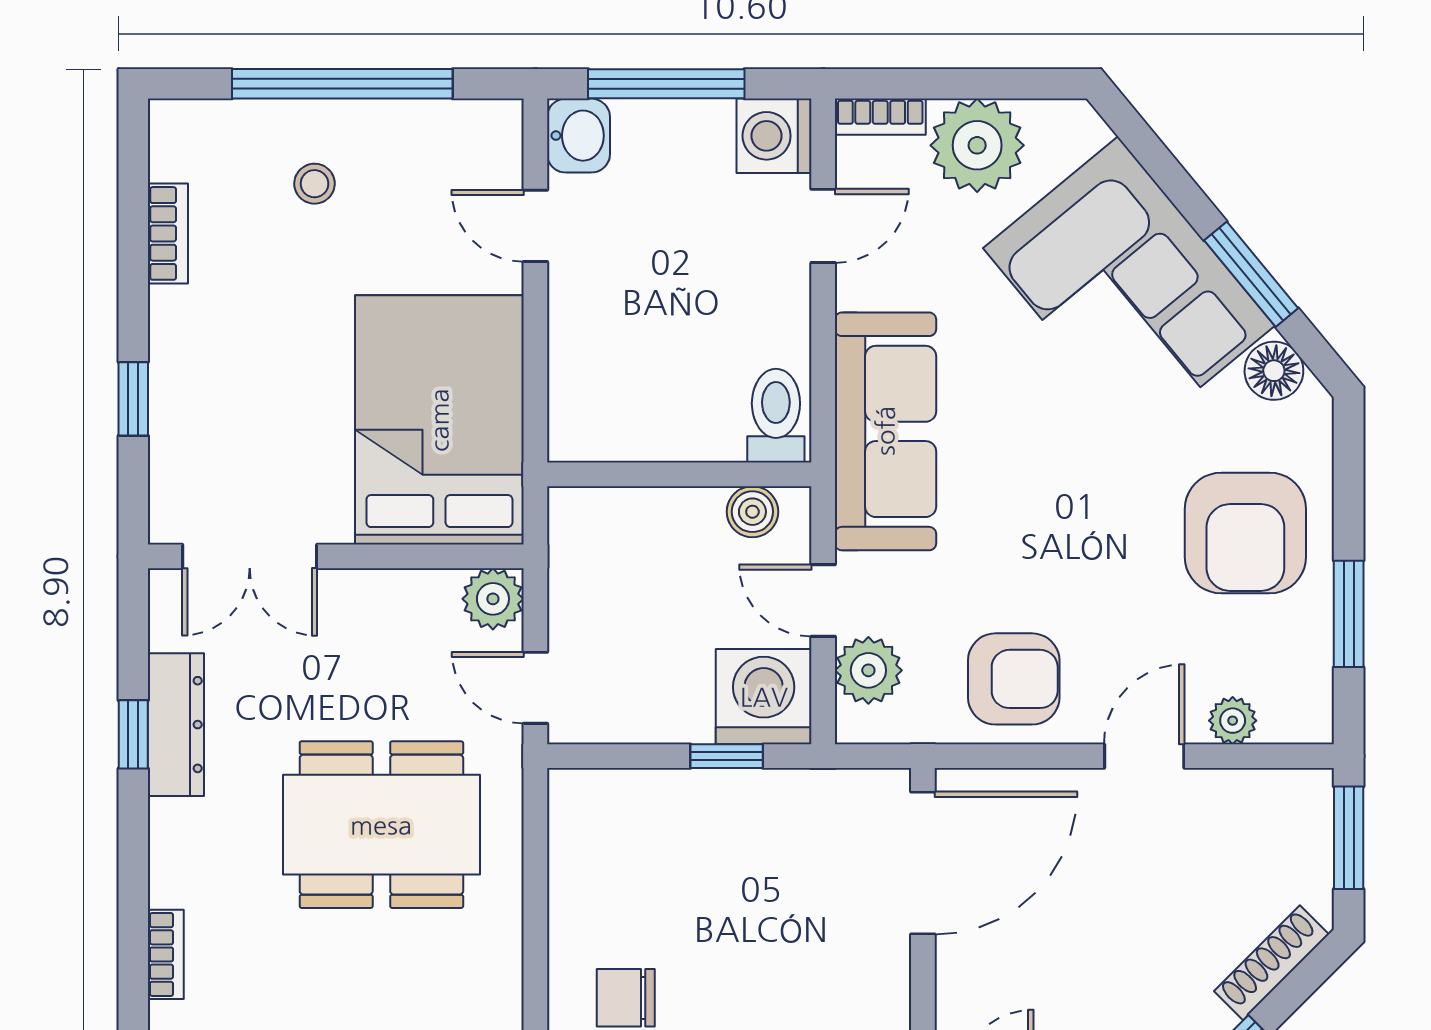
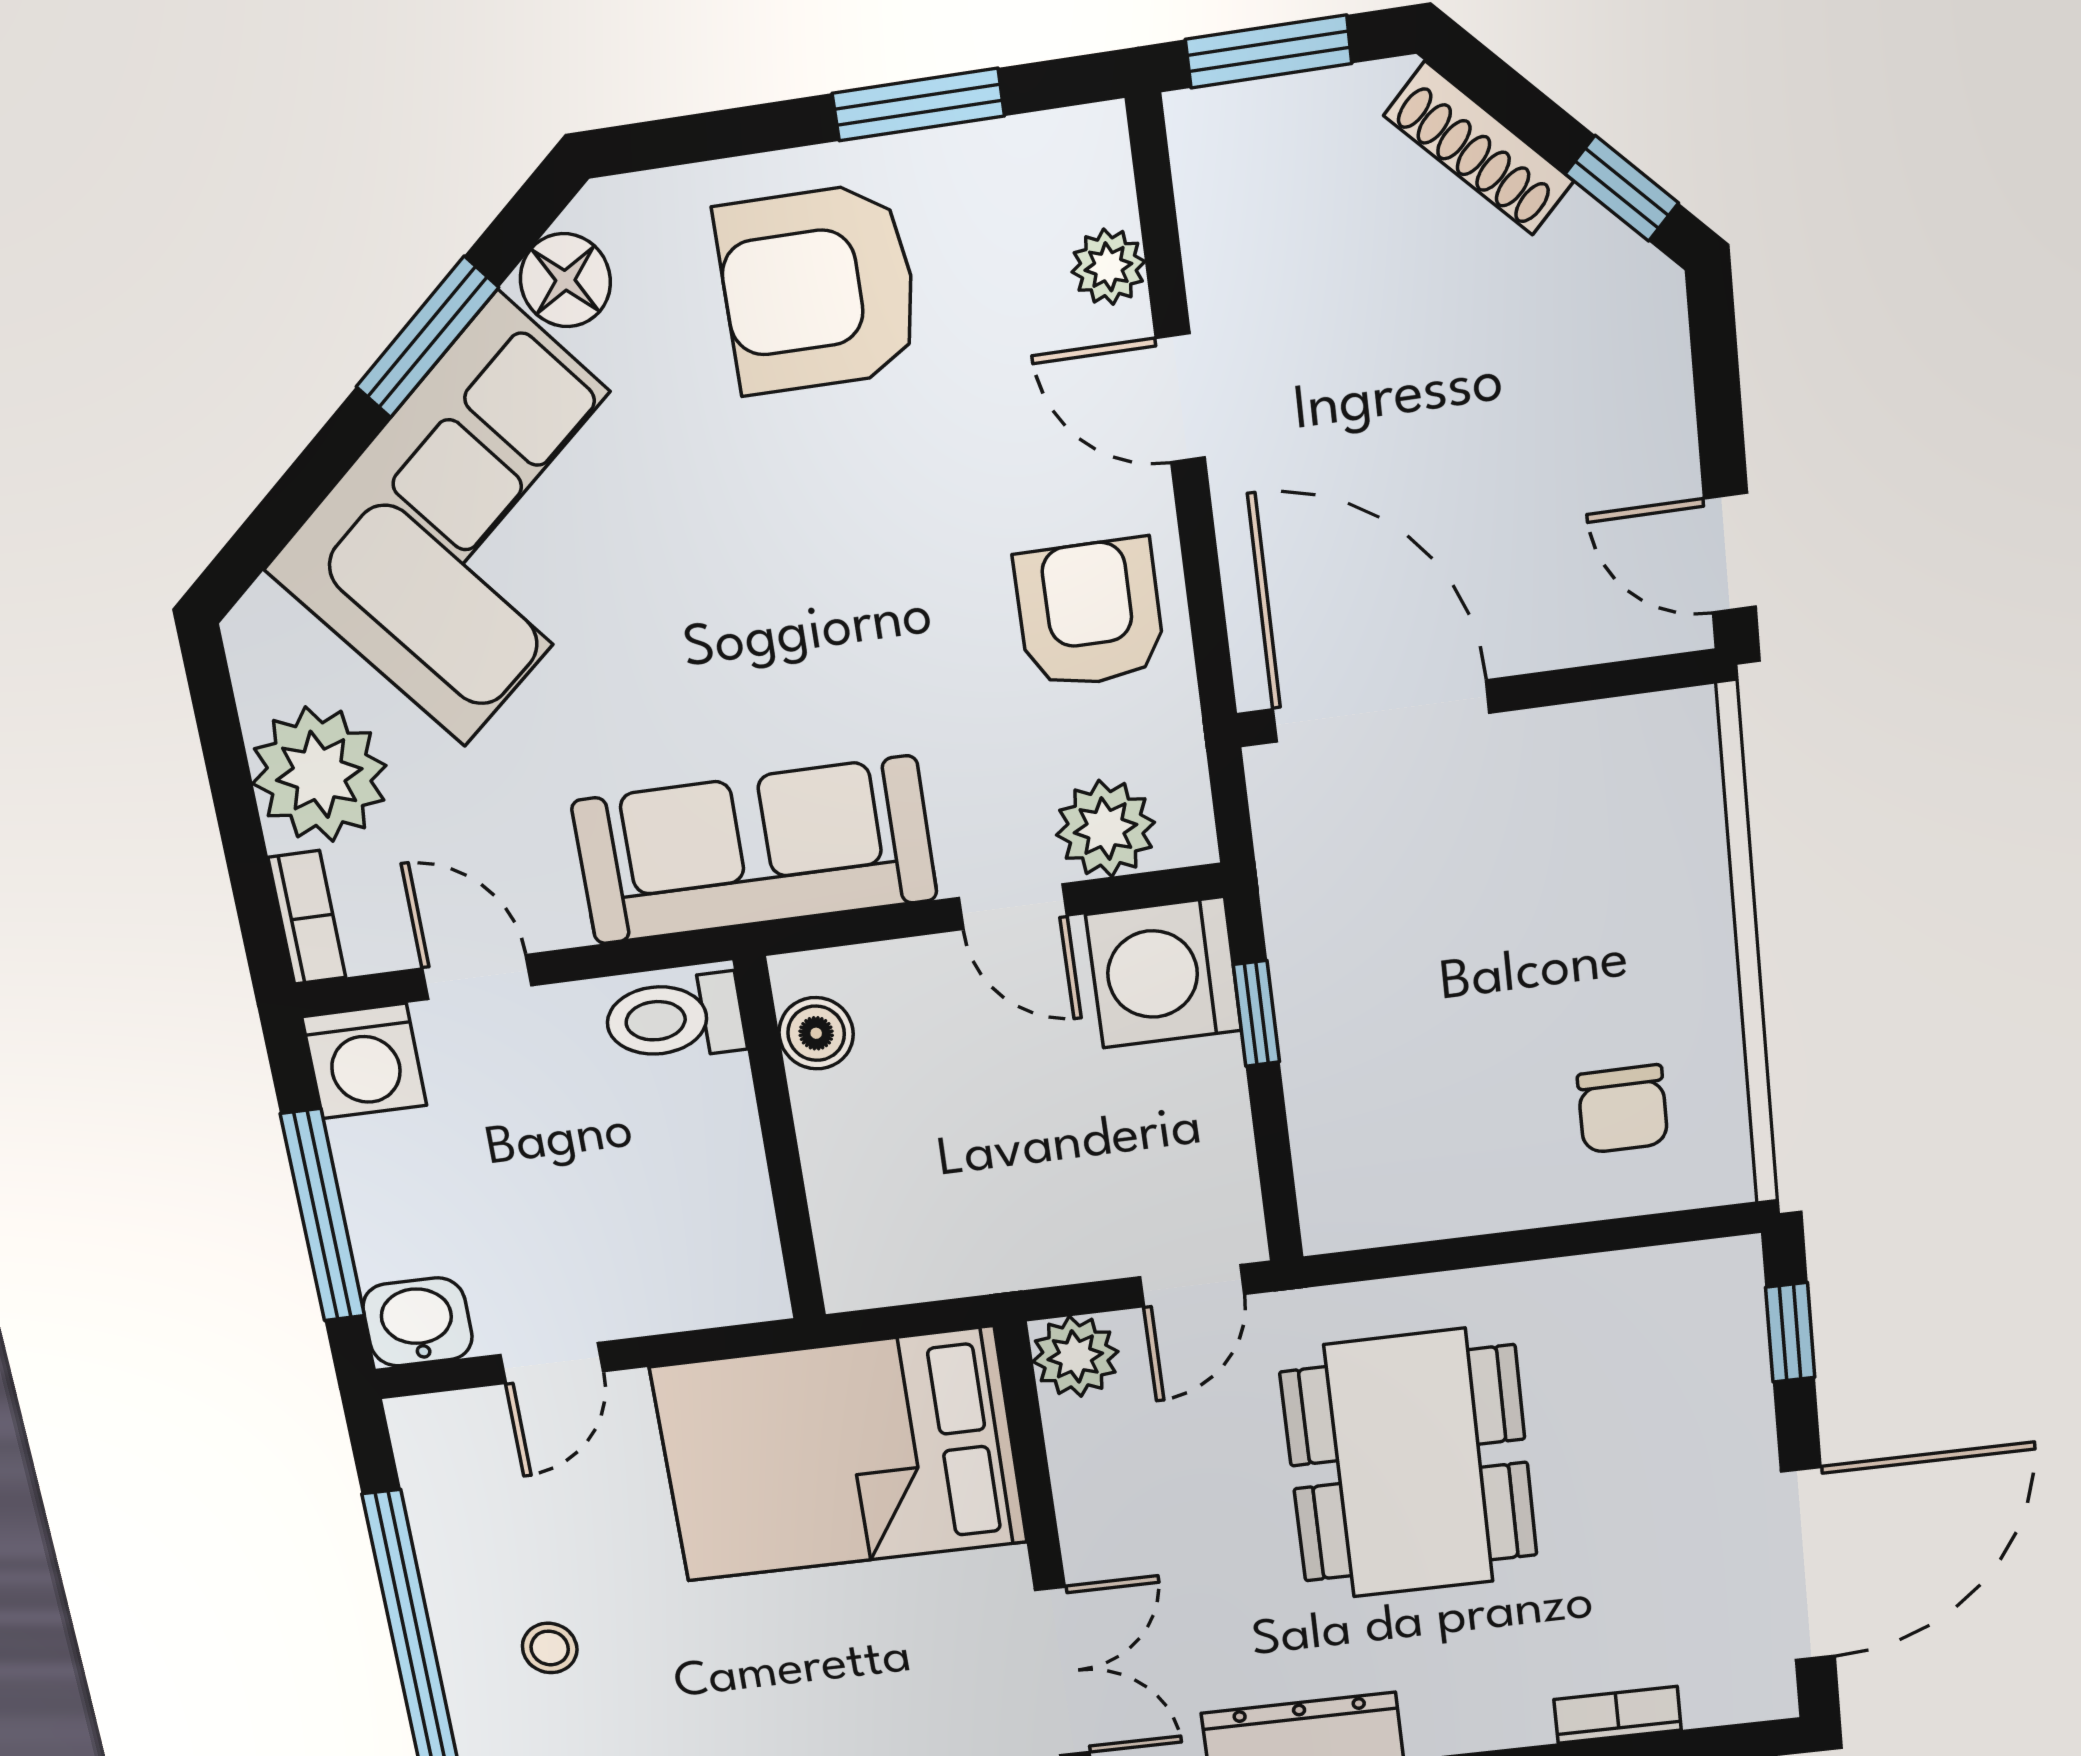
toilet: (776, 416) -> (674, 1018), moved
wall: (679, 474) -> (780, 1140), moved
boiler: (752, 512) -> (816, 1033), moved
armchair: (1245, 533) -> (818, 289), turned 180
door: (823, 601) -> (1013, 907), hinge flipped

